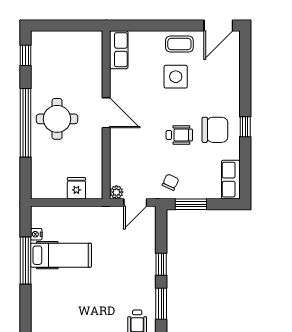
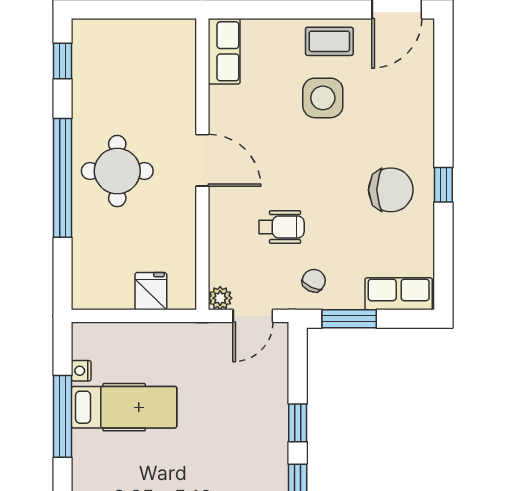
wheelchair: (179, 135) -> (281, 227), moved
row of seats: (231, 180) -> (399, 294), moved, turned 90

